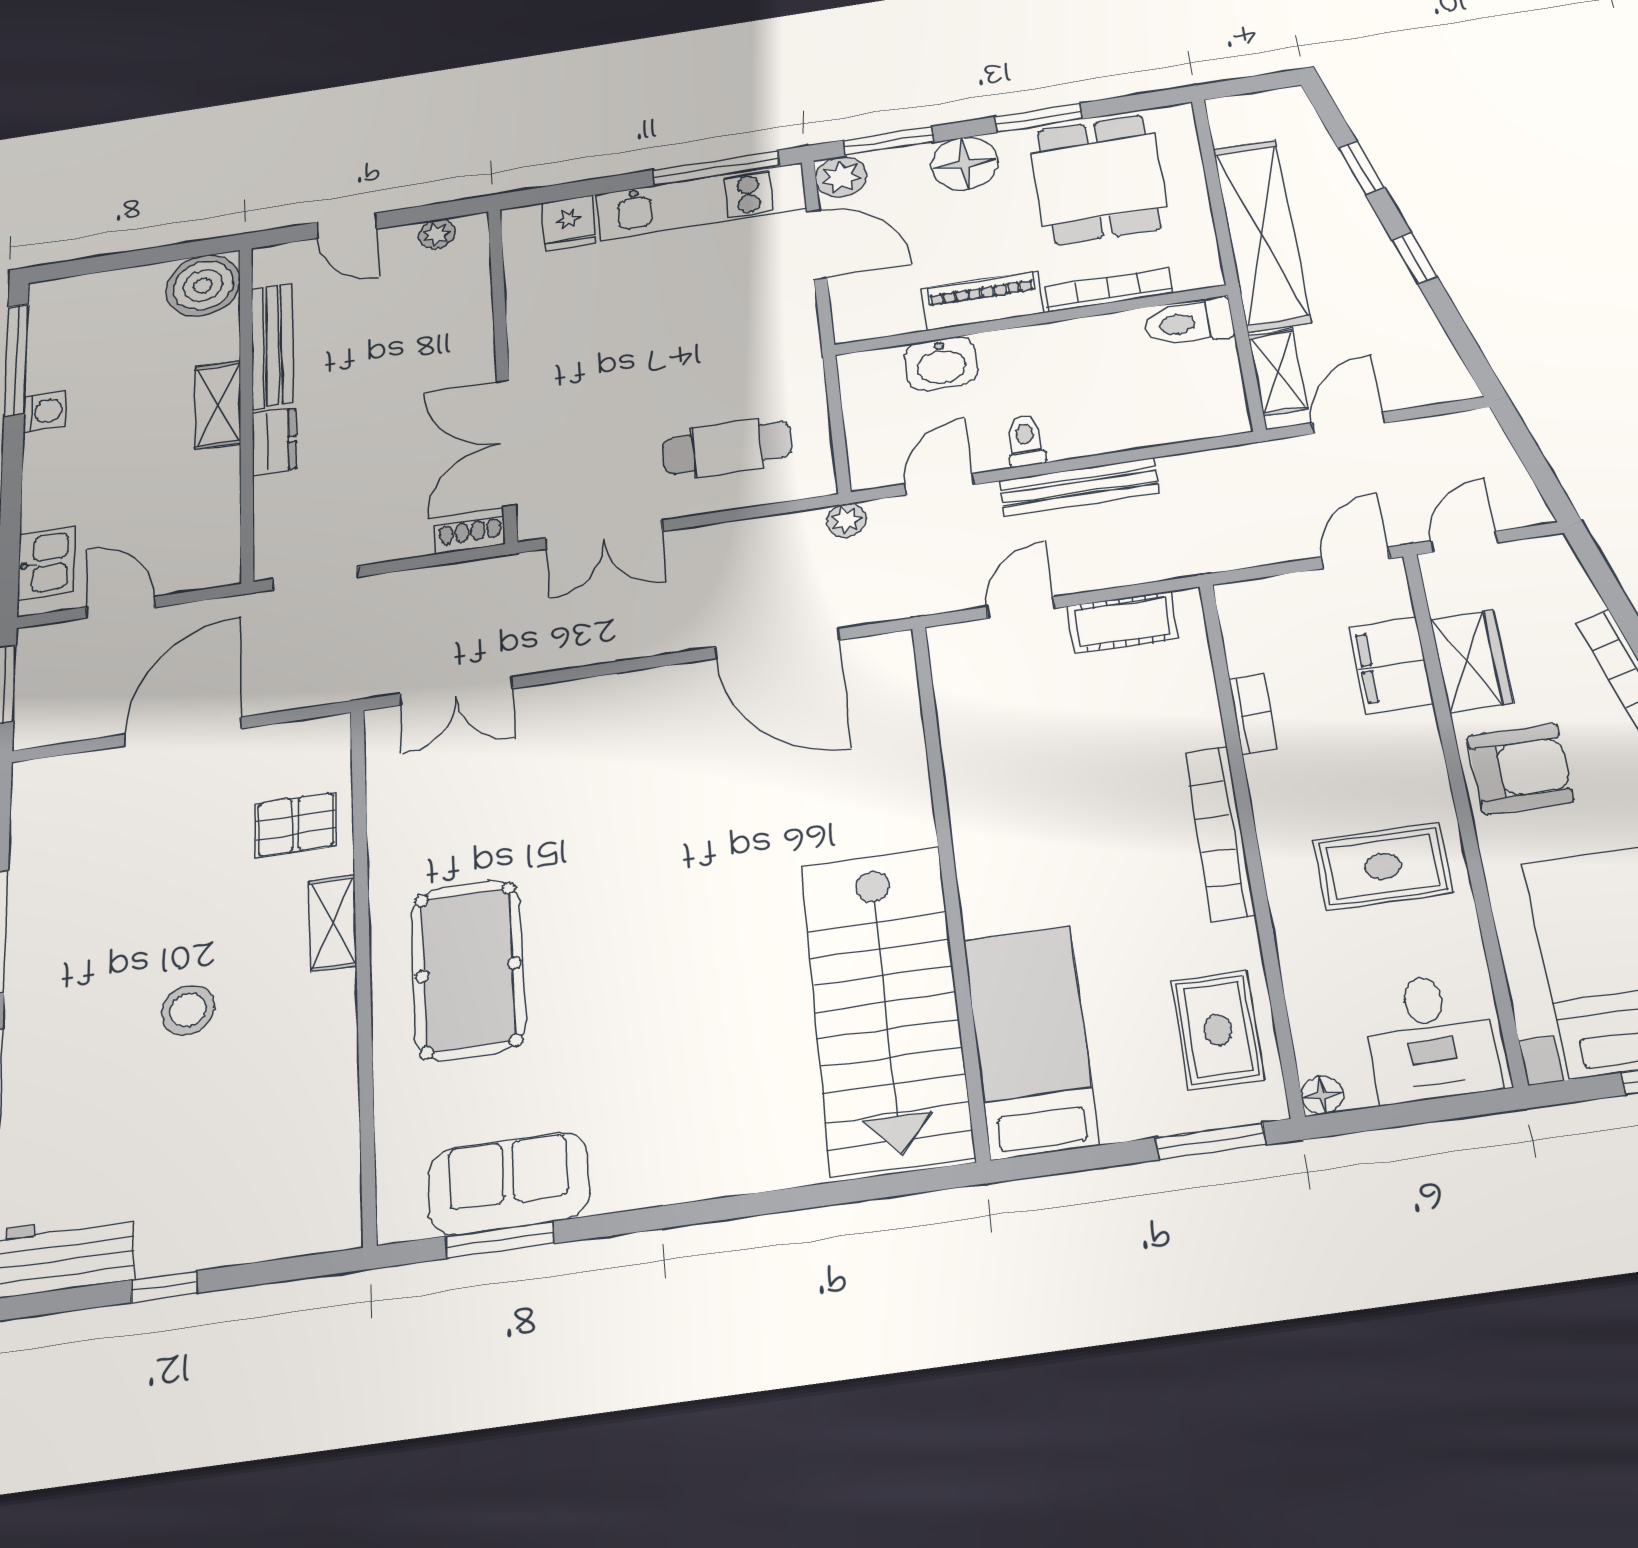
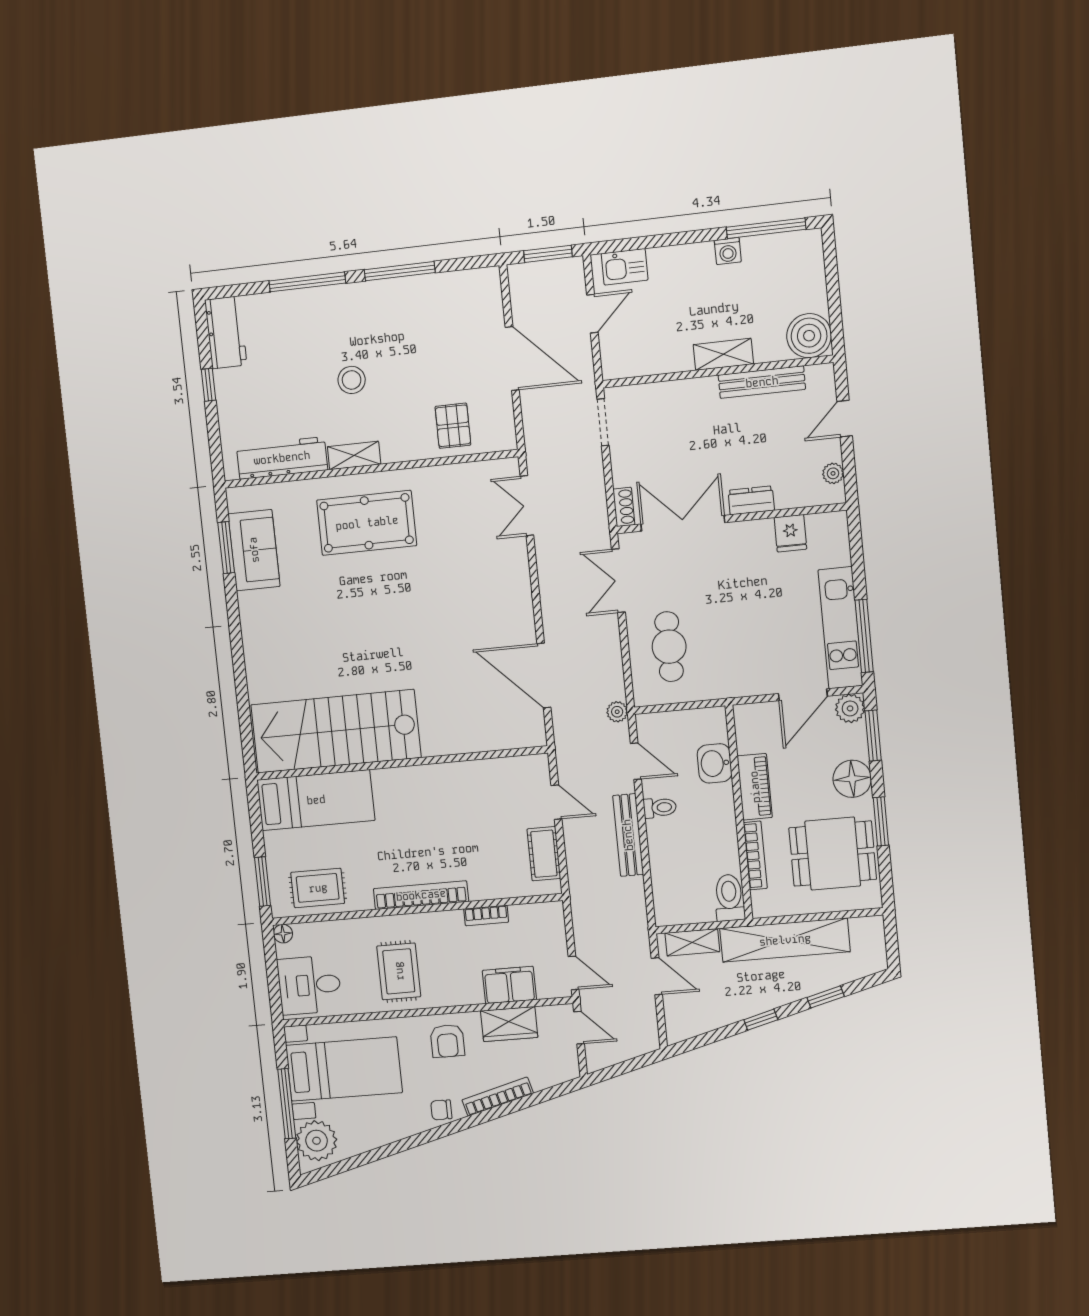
fridge: (569, 223) -> (790, 533), moved, turned -90
dresser: (274, 442) -> (751, 500), moved, turned 180
door: (777, 644) -> (544, 676), hinge flipped
armchair: (1520, 769) -> (447, 1041), width x0.72, depth x0.72
shelving: (333, 923) -> (354, 455), moved
workbench: (327, 1135) -> (282, 458), added

